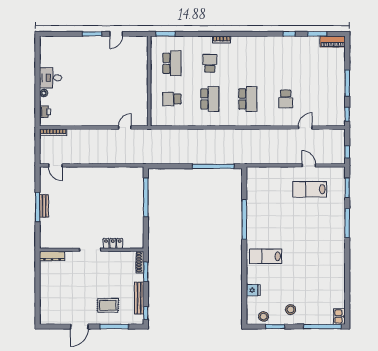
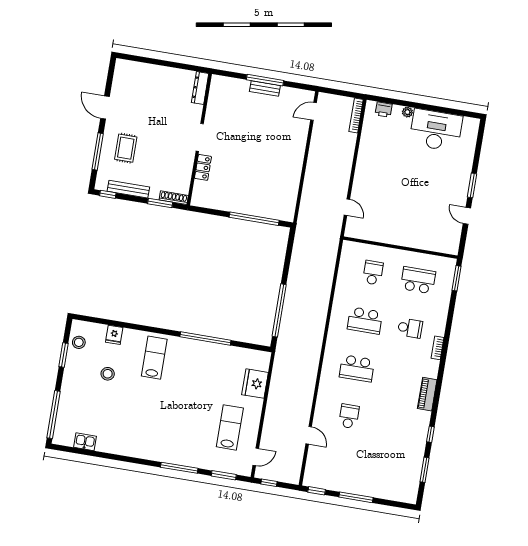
piano: (333, 42) -> (427, 394), moved
school desk: (172, 63) -> (418, 280), turned 180
desk: (51, 78) -> (436, 130), width x1.87, depth x1.30
school desk: (286, 99) -> (349, 416), turned 90
door: (309, 165) -> (256, 457), moved
fridge: (273, 176) -> (255, 384), added
stool: (291, 310) -> (108, 374), moved
kitchen sink: (339, 316) -> (85, 442), moved

